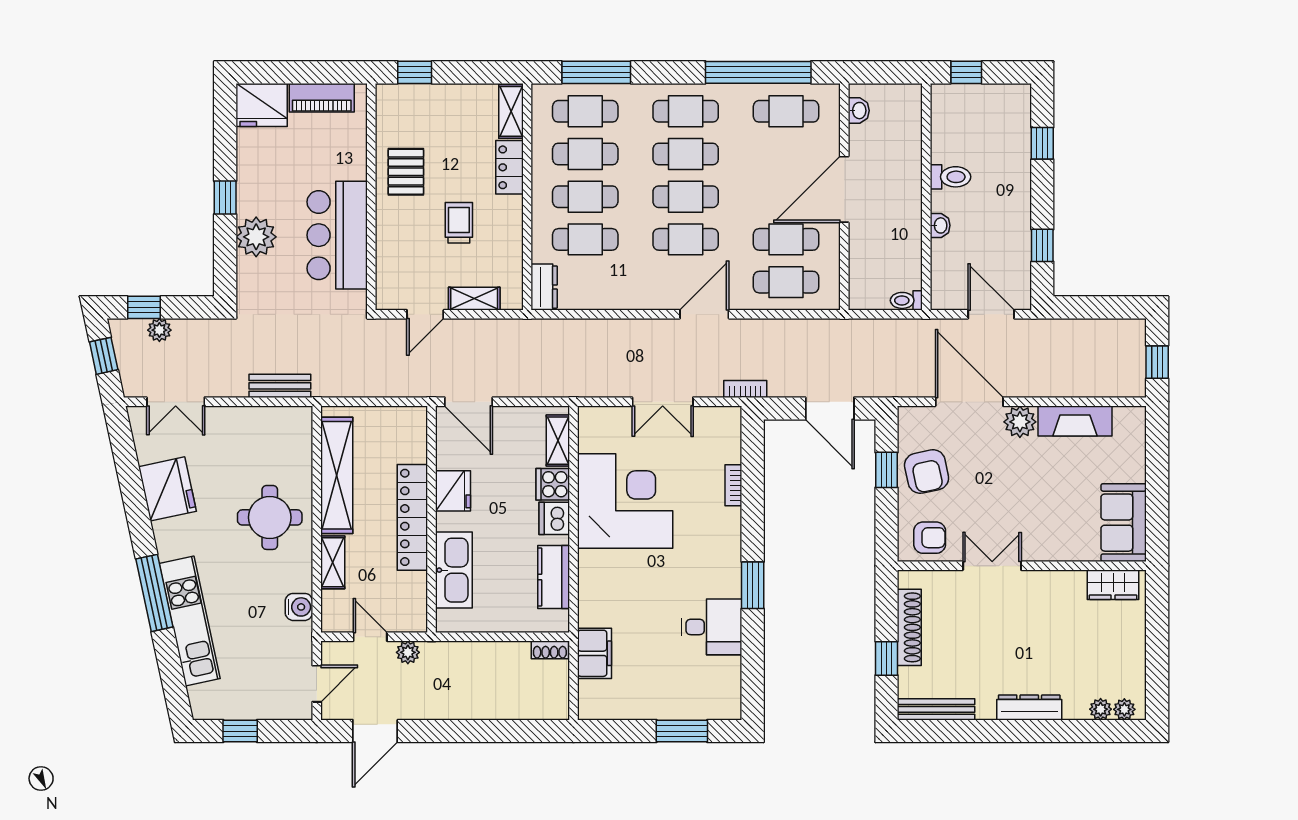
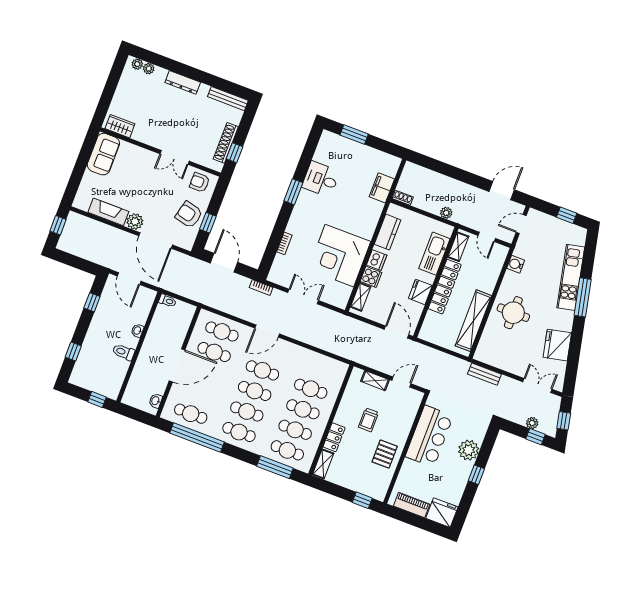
dresser: (544, 287) -> (339, 373), removed
armchair: (927, 472) -> (189, 215), turned -64
shelving: (333, 562) -> (458, 247), moved
plant: (408, 652) -> (446, 213), moved
window: (887, 658) -> (235, 153), moved

